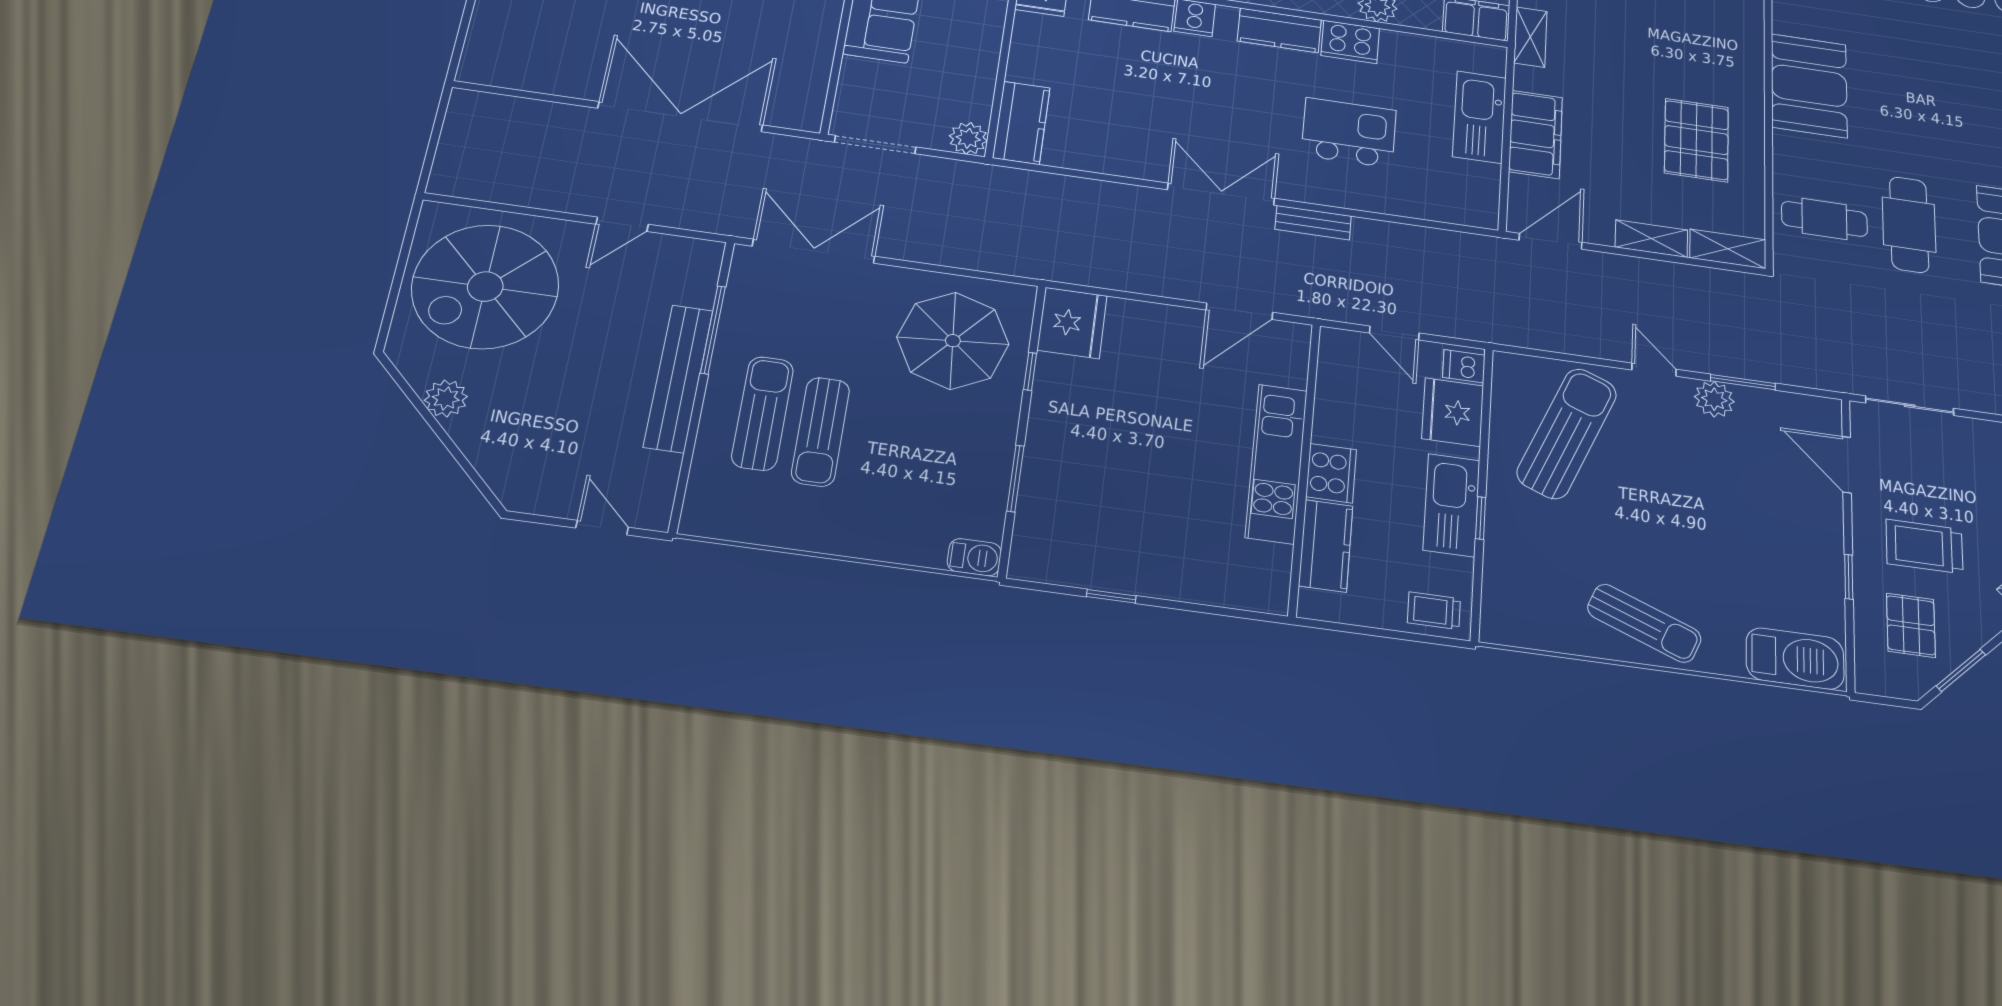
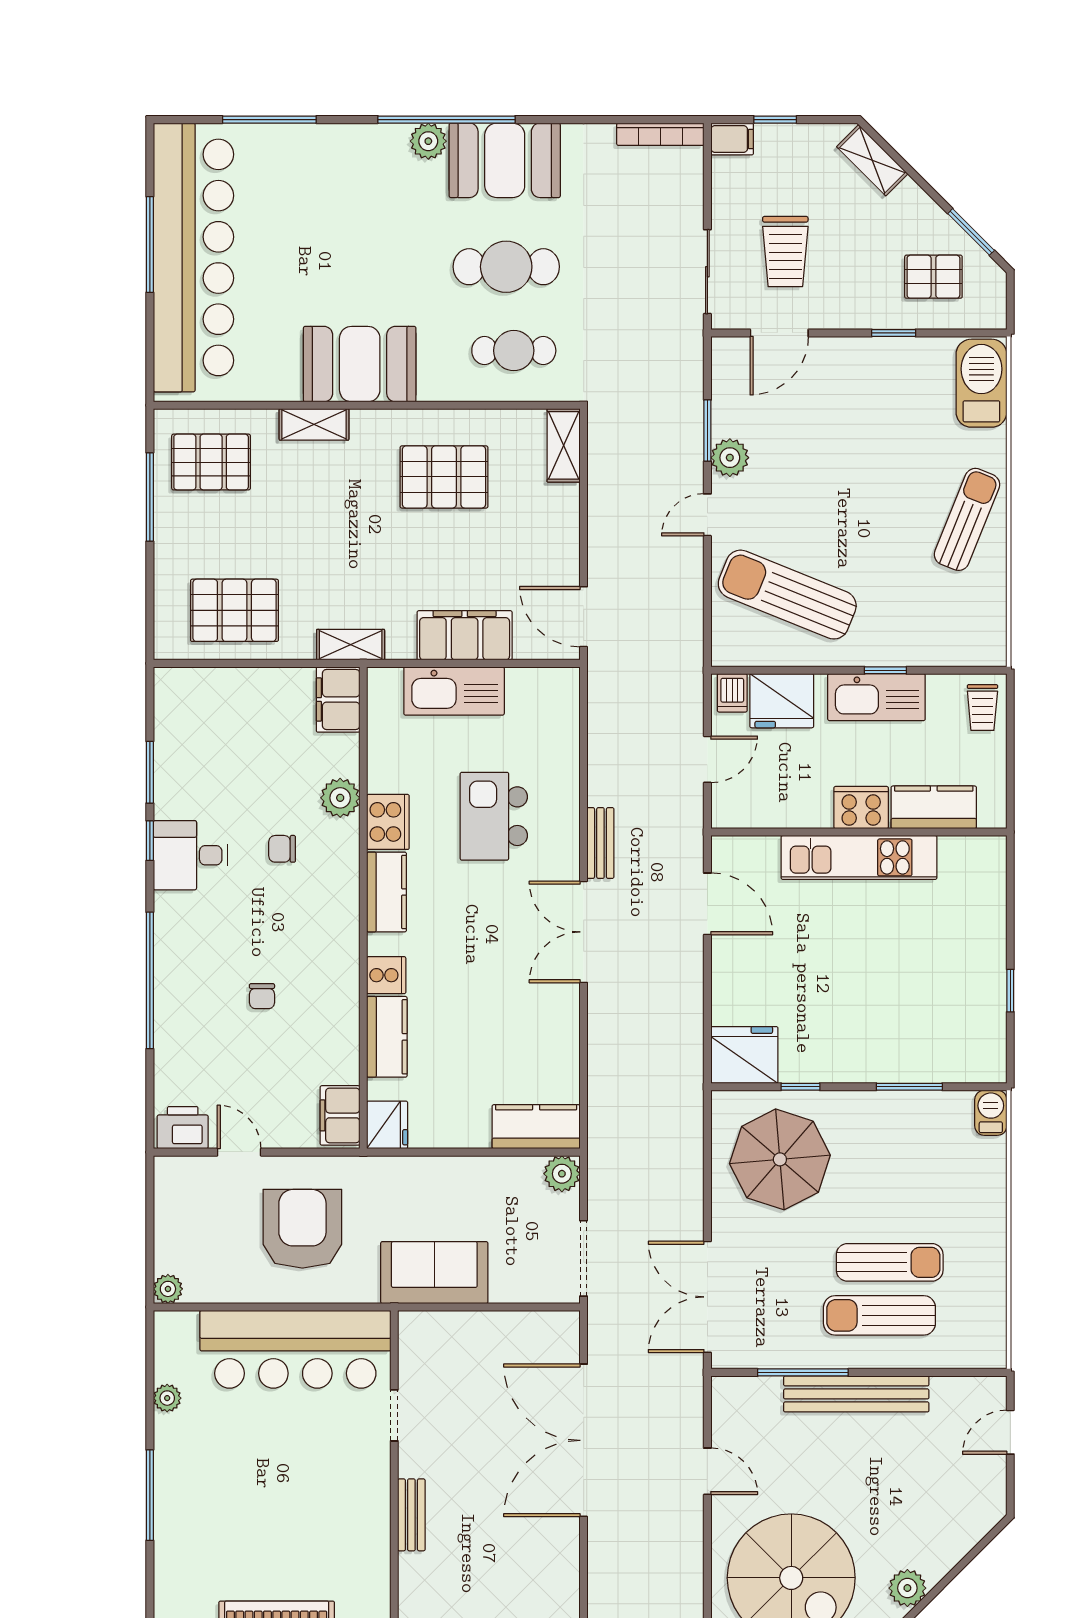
cafe table: (1824, 219) -> (514, 351), turned 90
shelving: (1651, 239) -> (314, 424), moved, turned 90
trolley: (1924, 547) -> (785, 252), moved

